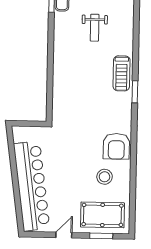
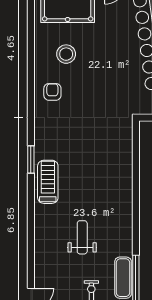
armchair: (116, 146) -> (52, 92), width x0.53, depth x0.53

